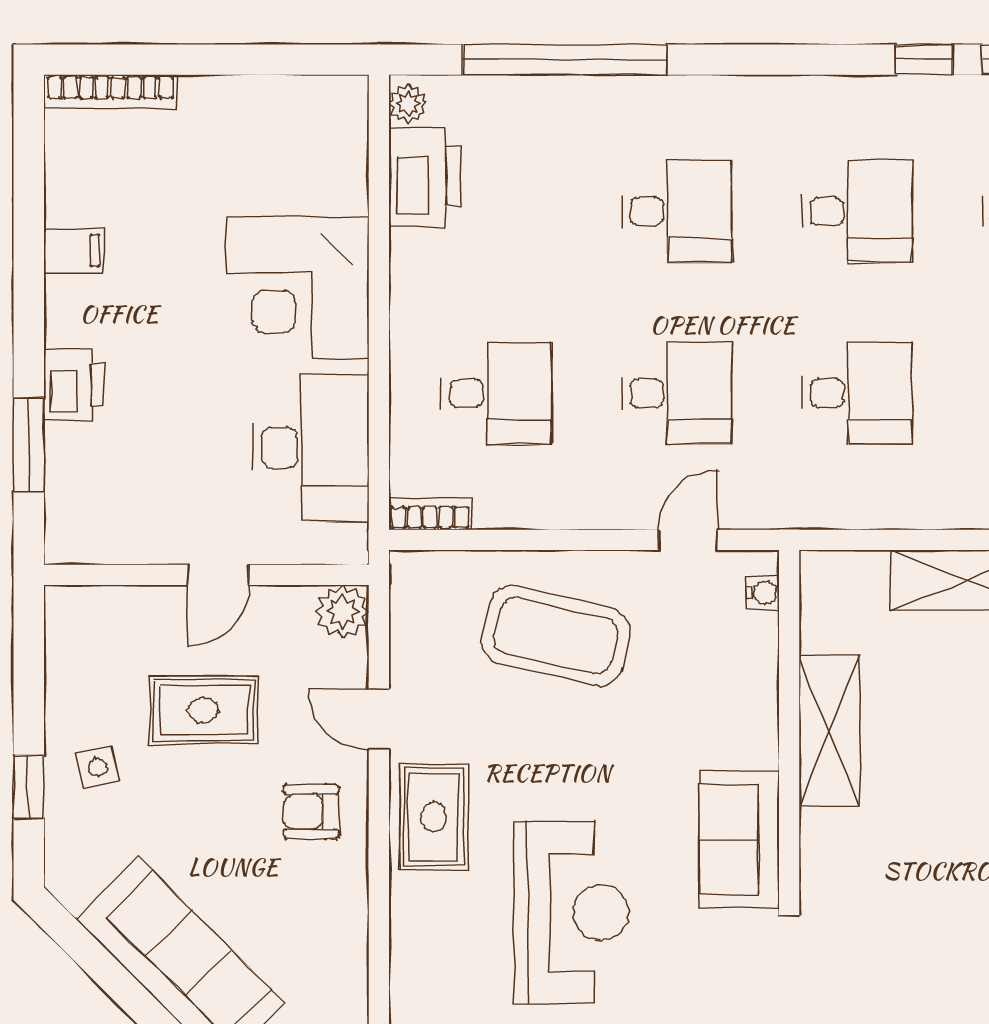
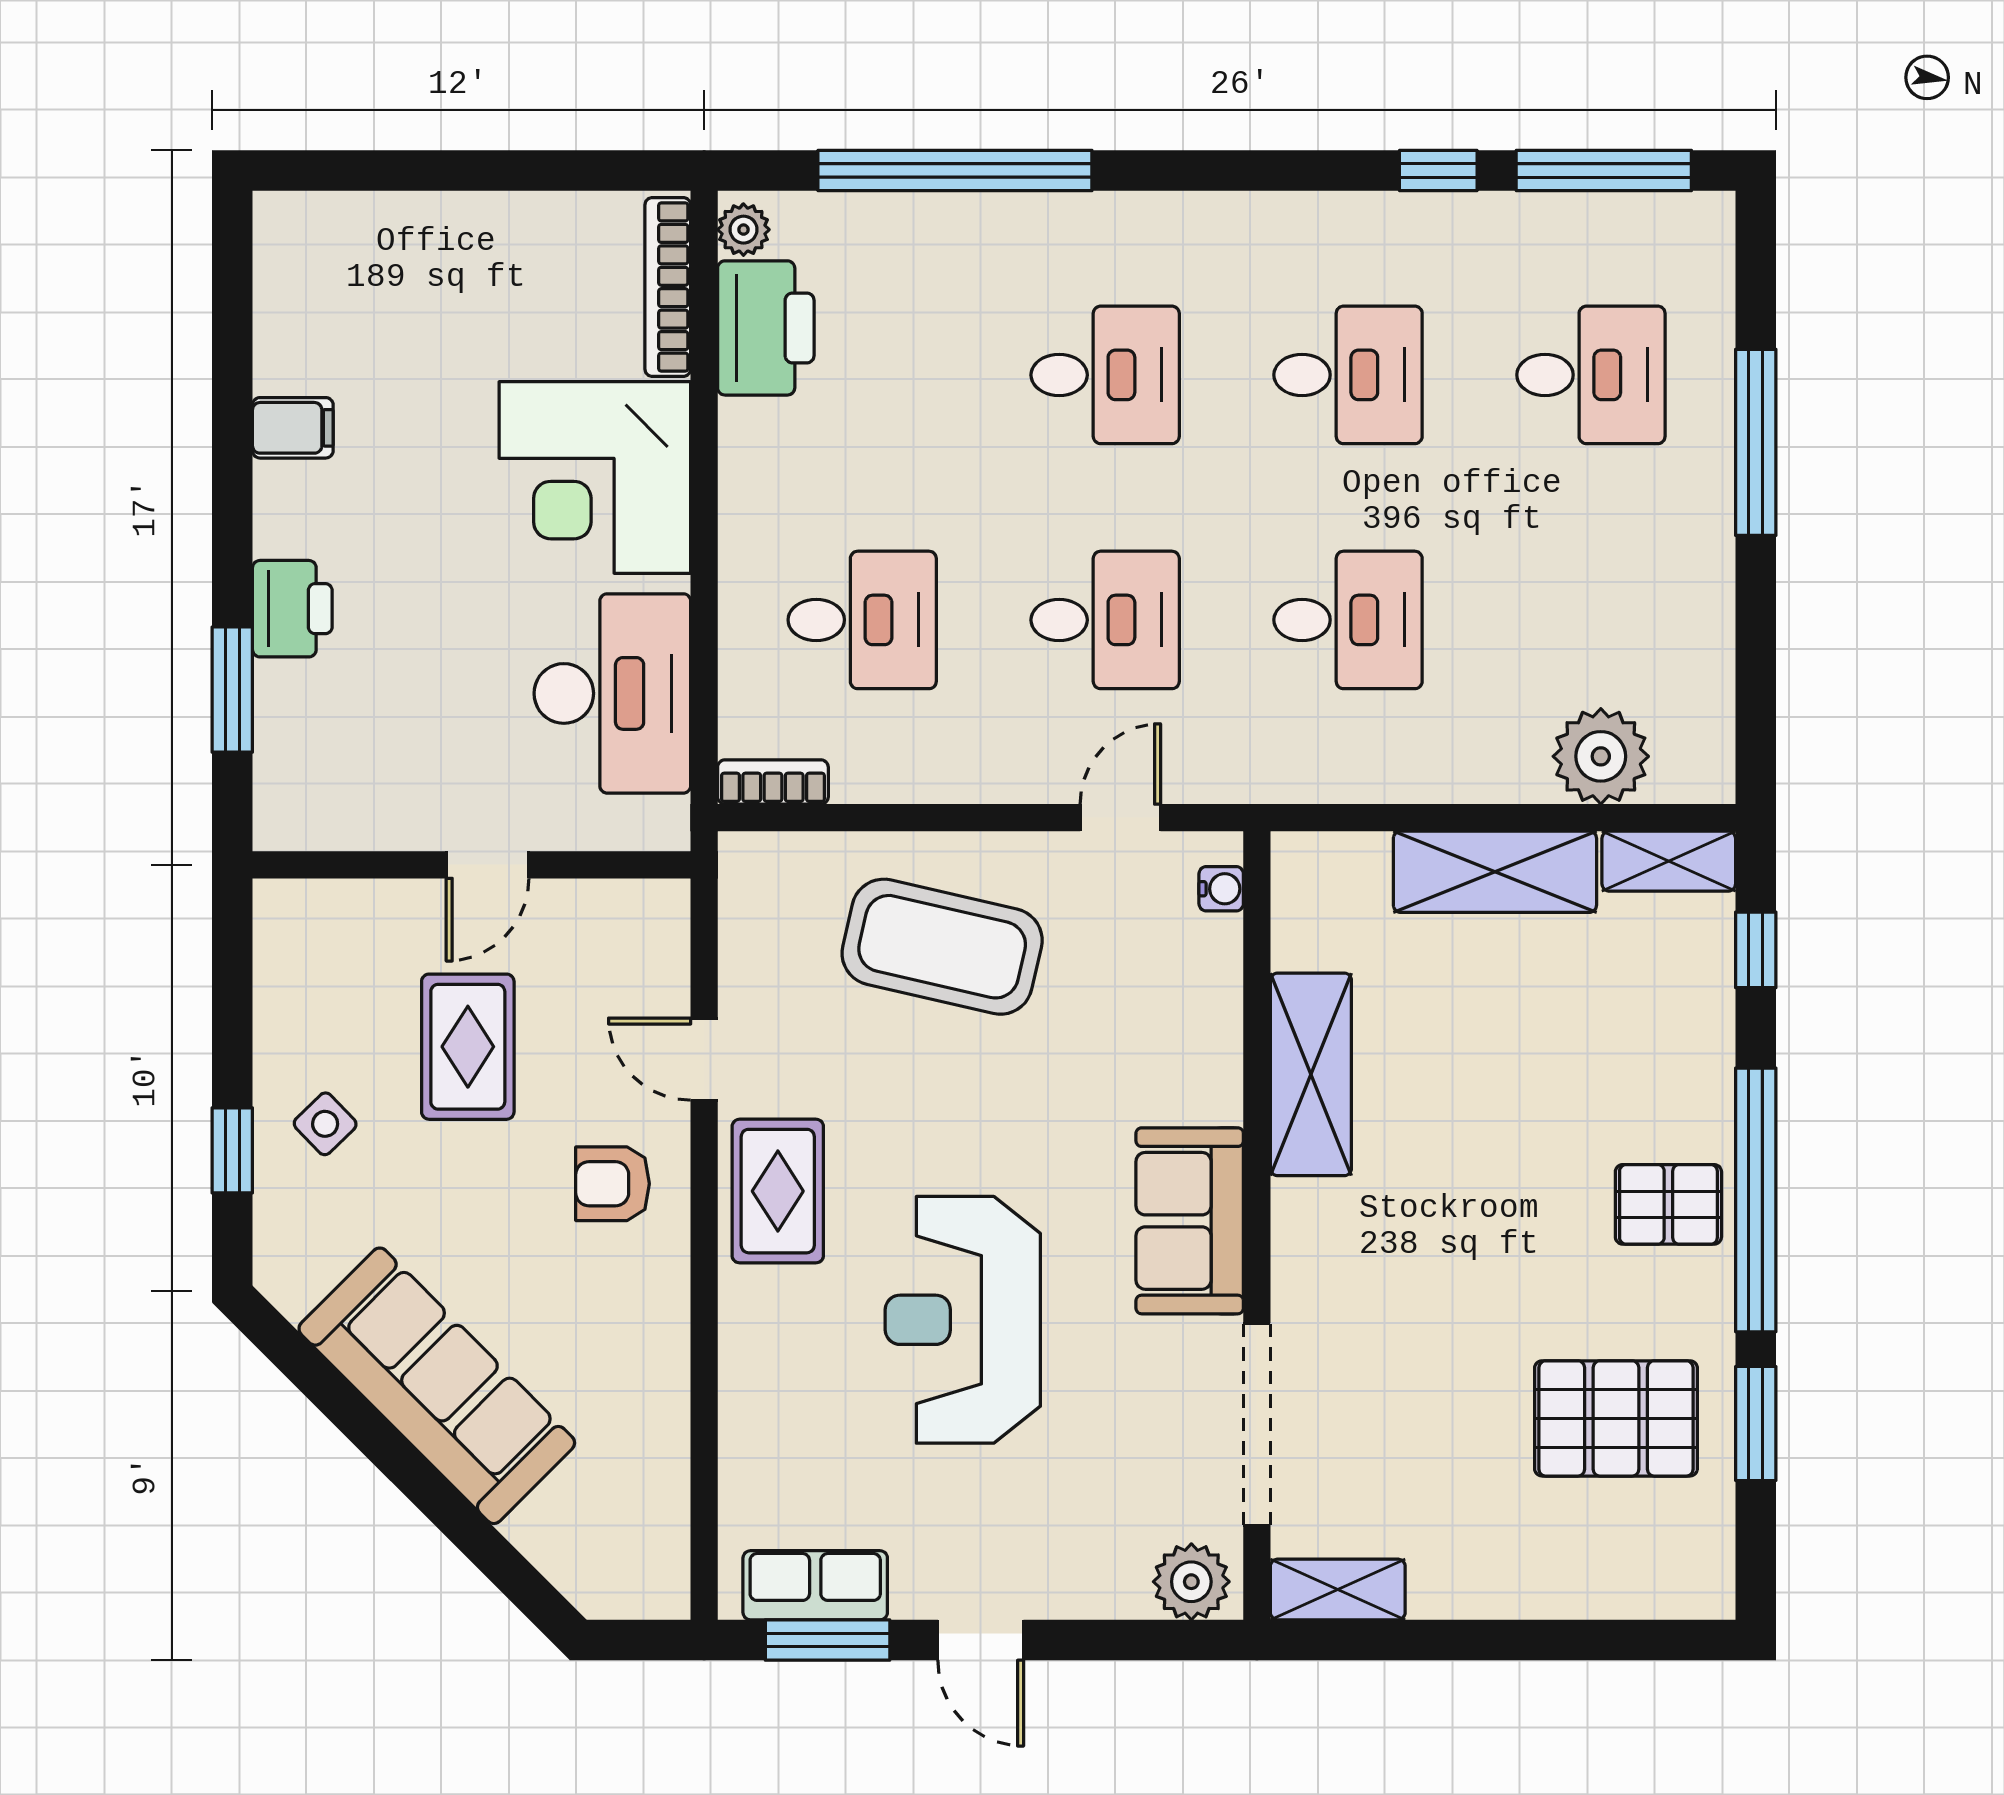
bookcase: (110, 92) -> (668, 287), moved, turned 90
plant: (342, 611) -> (655, 914), removed
rug: (204, 710) -> (468, 1047), turned 90
side table: (98, 767) -> (325, 1124), turned -31
reception desk: (571, 913) -> (963, 1320), turned 180

